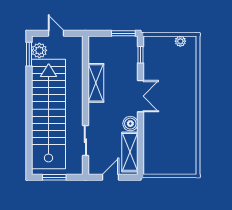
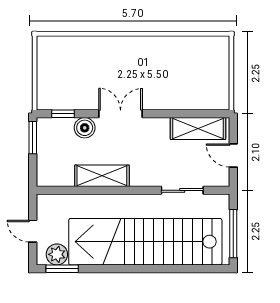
door: (56, 33) -> (33, 231), hinge flipped
plant: (180, 41) -> (44, 58), removed
boiler: (130, 124) -> (85, 128), moved
window: (54, 177) -> (233, 234), width x1.44

